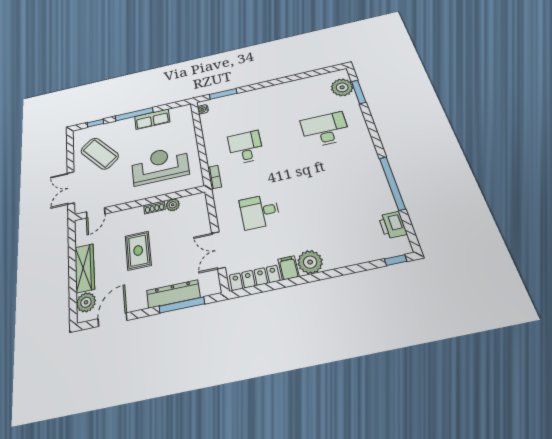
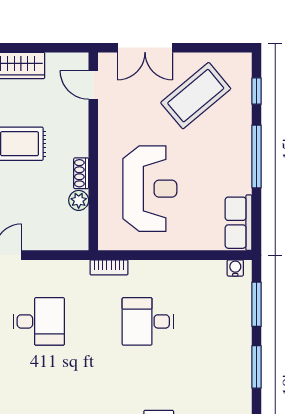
window: (261, 85) -> (256, 367), added
row of seats: (152, 119) -> (238, 223), moved
desk: (246, 147) -> (148, 321), turned 180
double door: (71, 188) -> (145, 48), swing flipped
desk: (260, 211) -> (39, 321), turned 90

